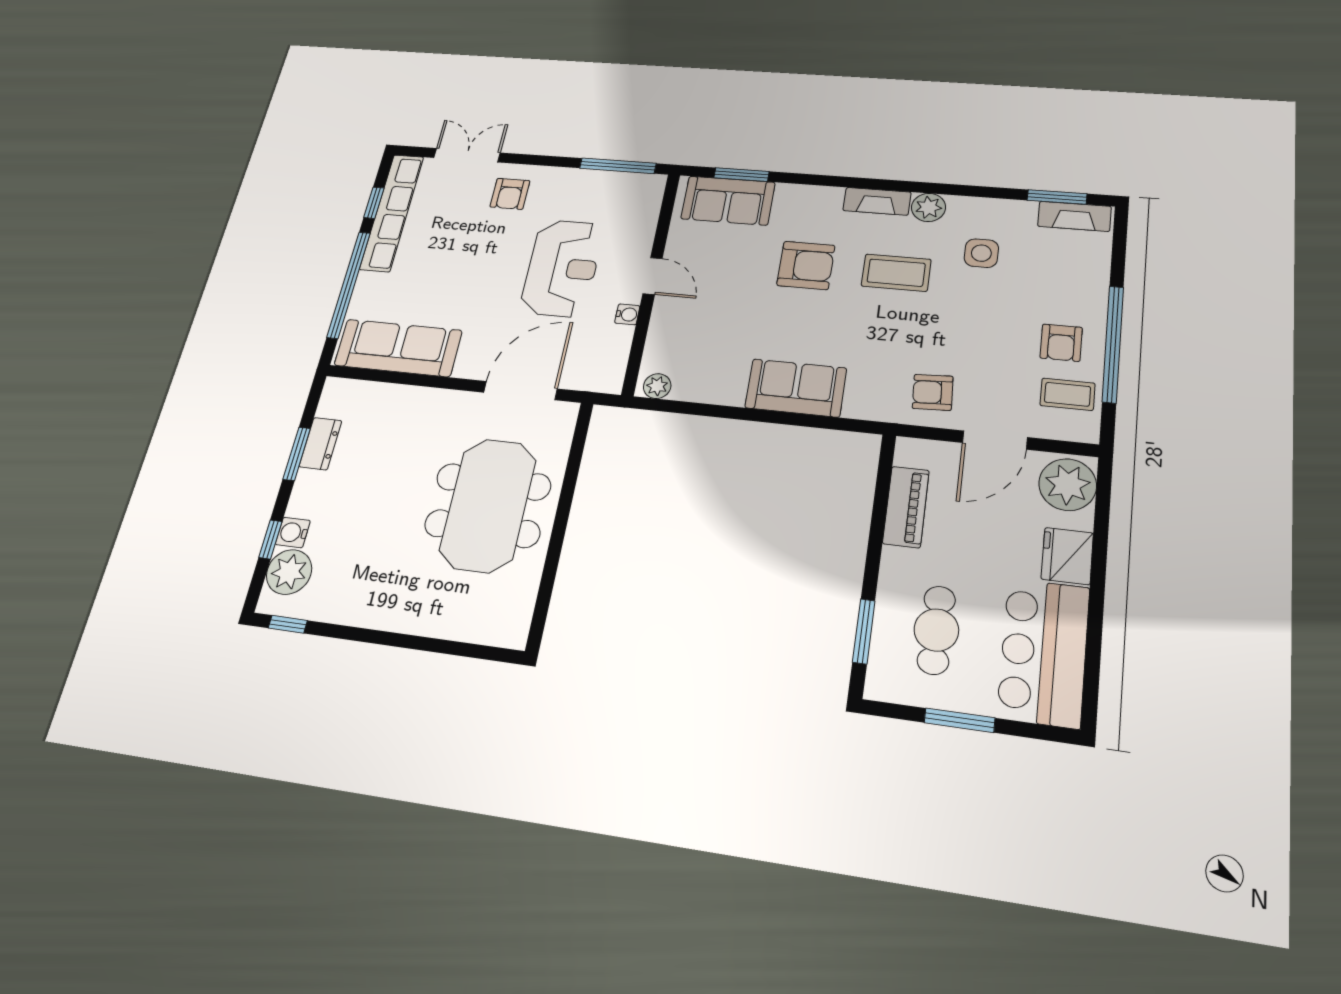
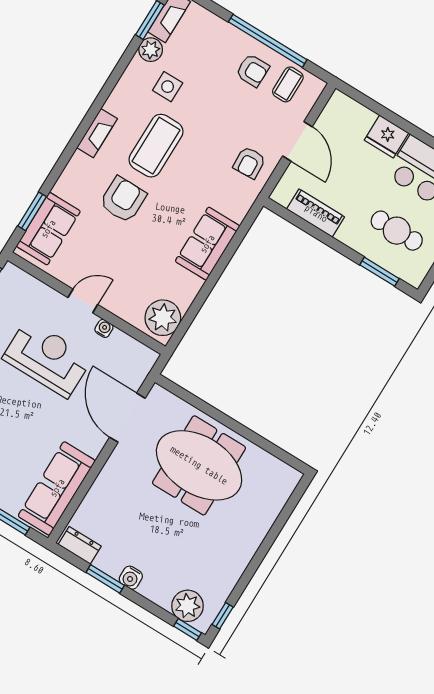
plant: (929, 207) -> (151, 50), moved
coffee table: (896, 273) -> (156, 146), width x1.36, depth x1.32
plant: (657, 386) -> (163, 318), width x1.87, depth x1.87
dresser: (320, 444) -> (80, 545), moved
plant: (1068, 485) -> (344, 114), removed
water cooler: (293, 532) -> (131, 578), moved
window: (270, 539) -> (187, 629), moved

